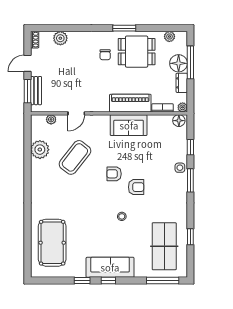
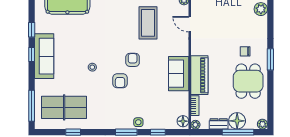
window: (124, 28) -> (270, 59), moved
plant: (169, 36) -> (262, 124), moved
coffee table: (75, 157) -> (148, 23), turned 52

